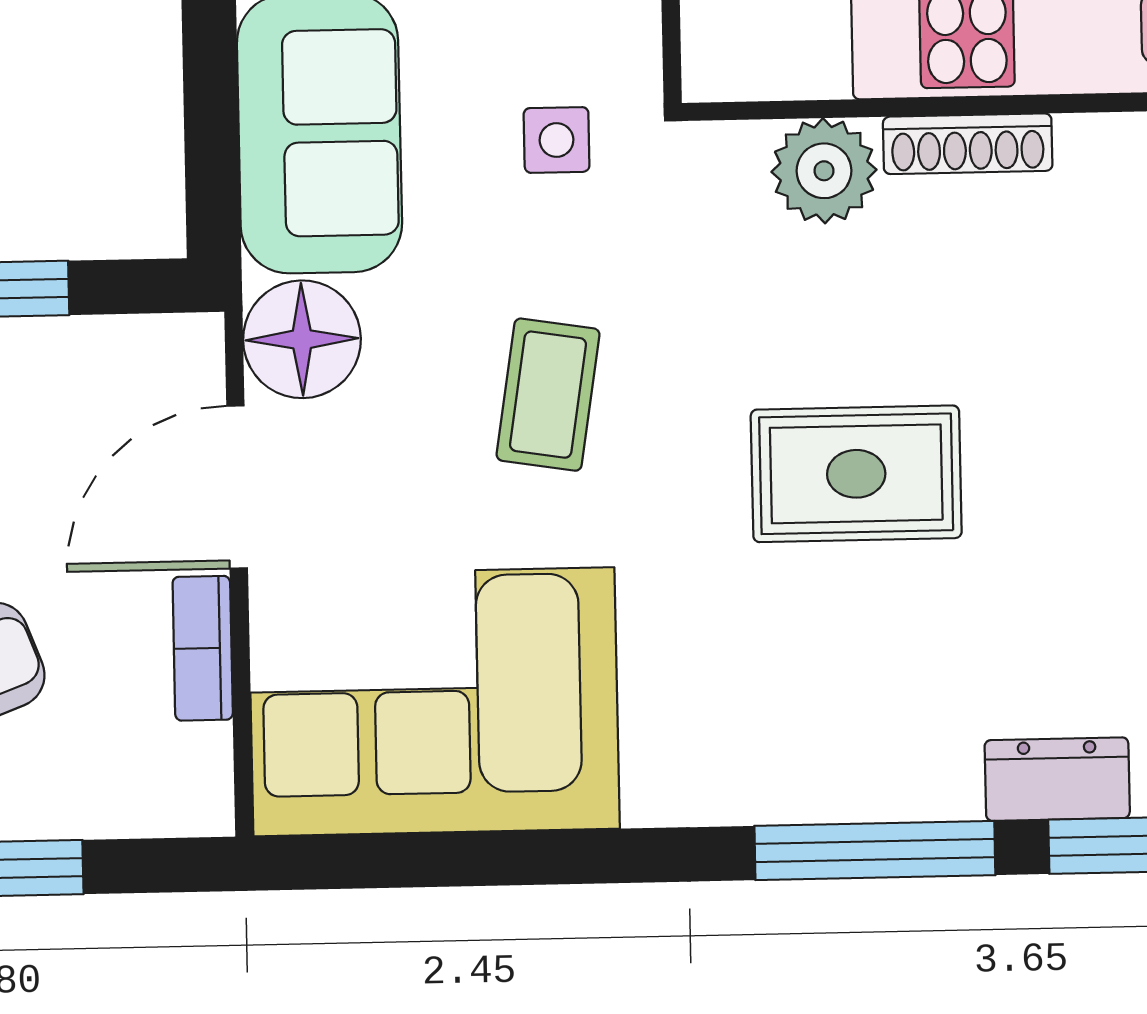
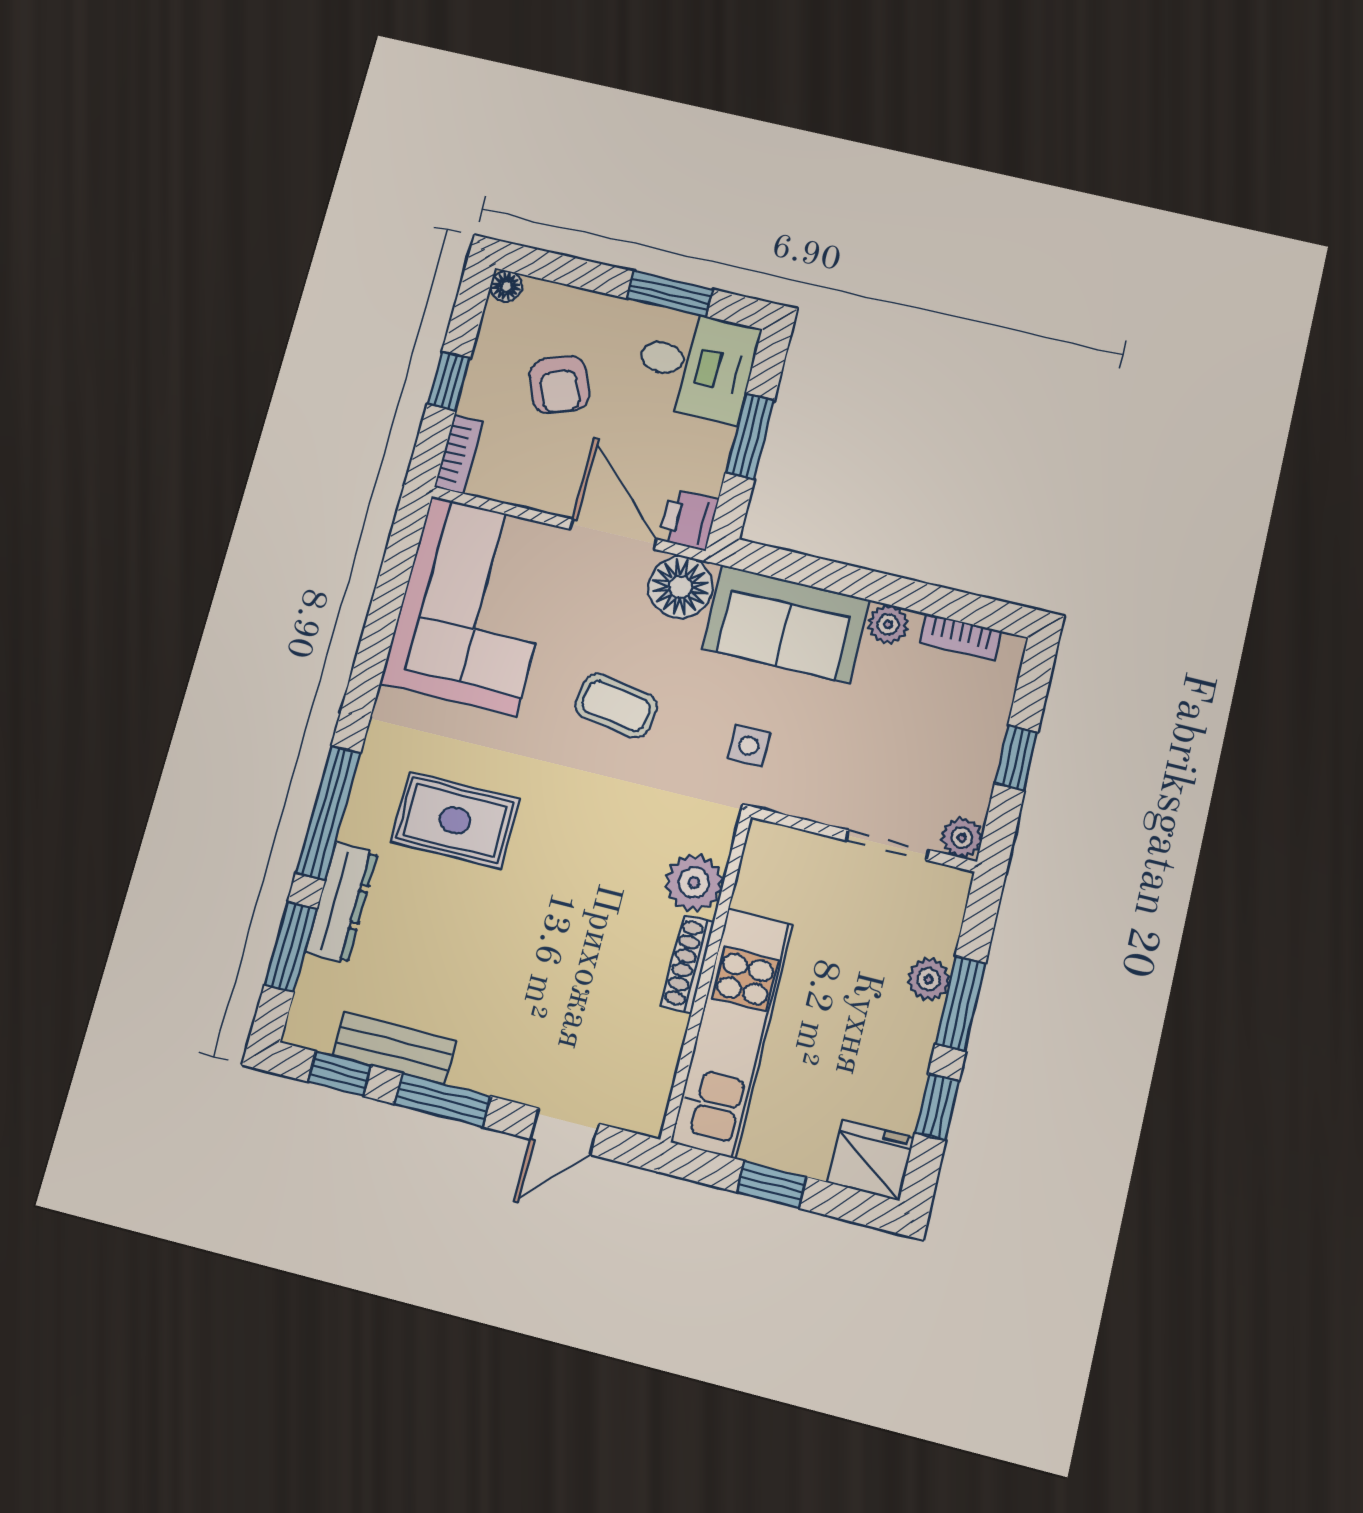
printer: (175, 359) -> (688, 520), added
rug: (856, 474) -> (455, 820), moved, turned 90
bookcase: (203, 648) -> (459, 454), moved, turned 90
dresser: (1057, 779) -> (341, 903), width x1.44

